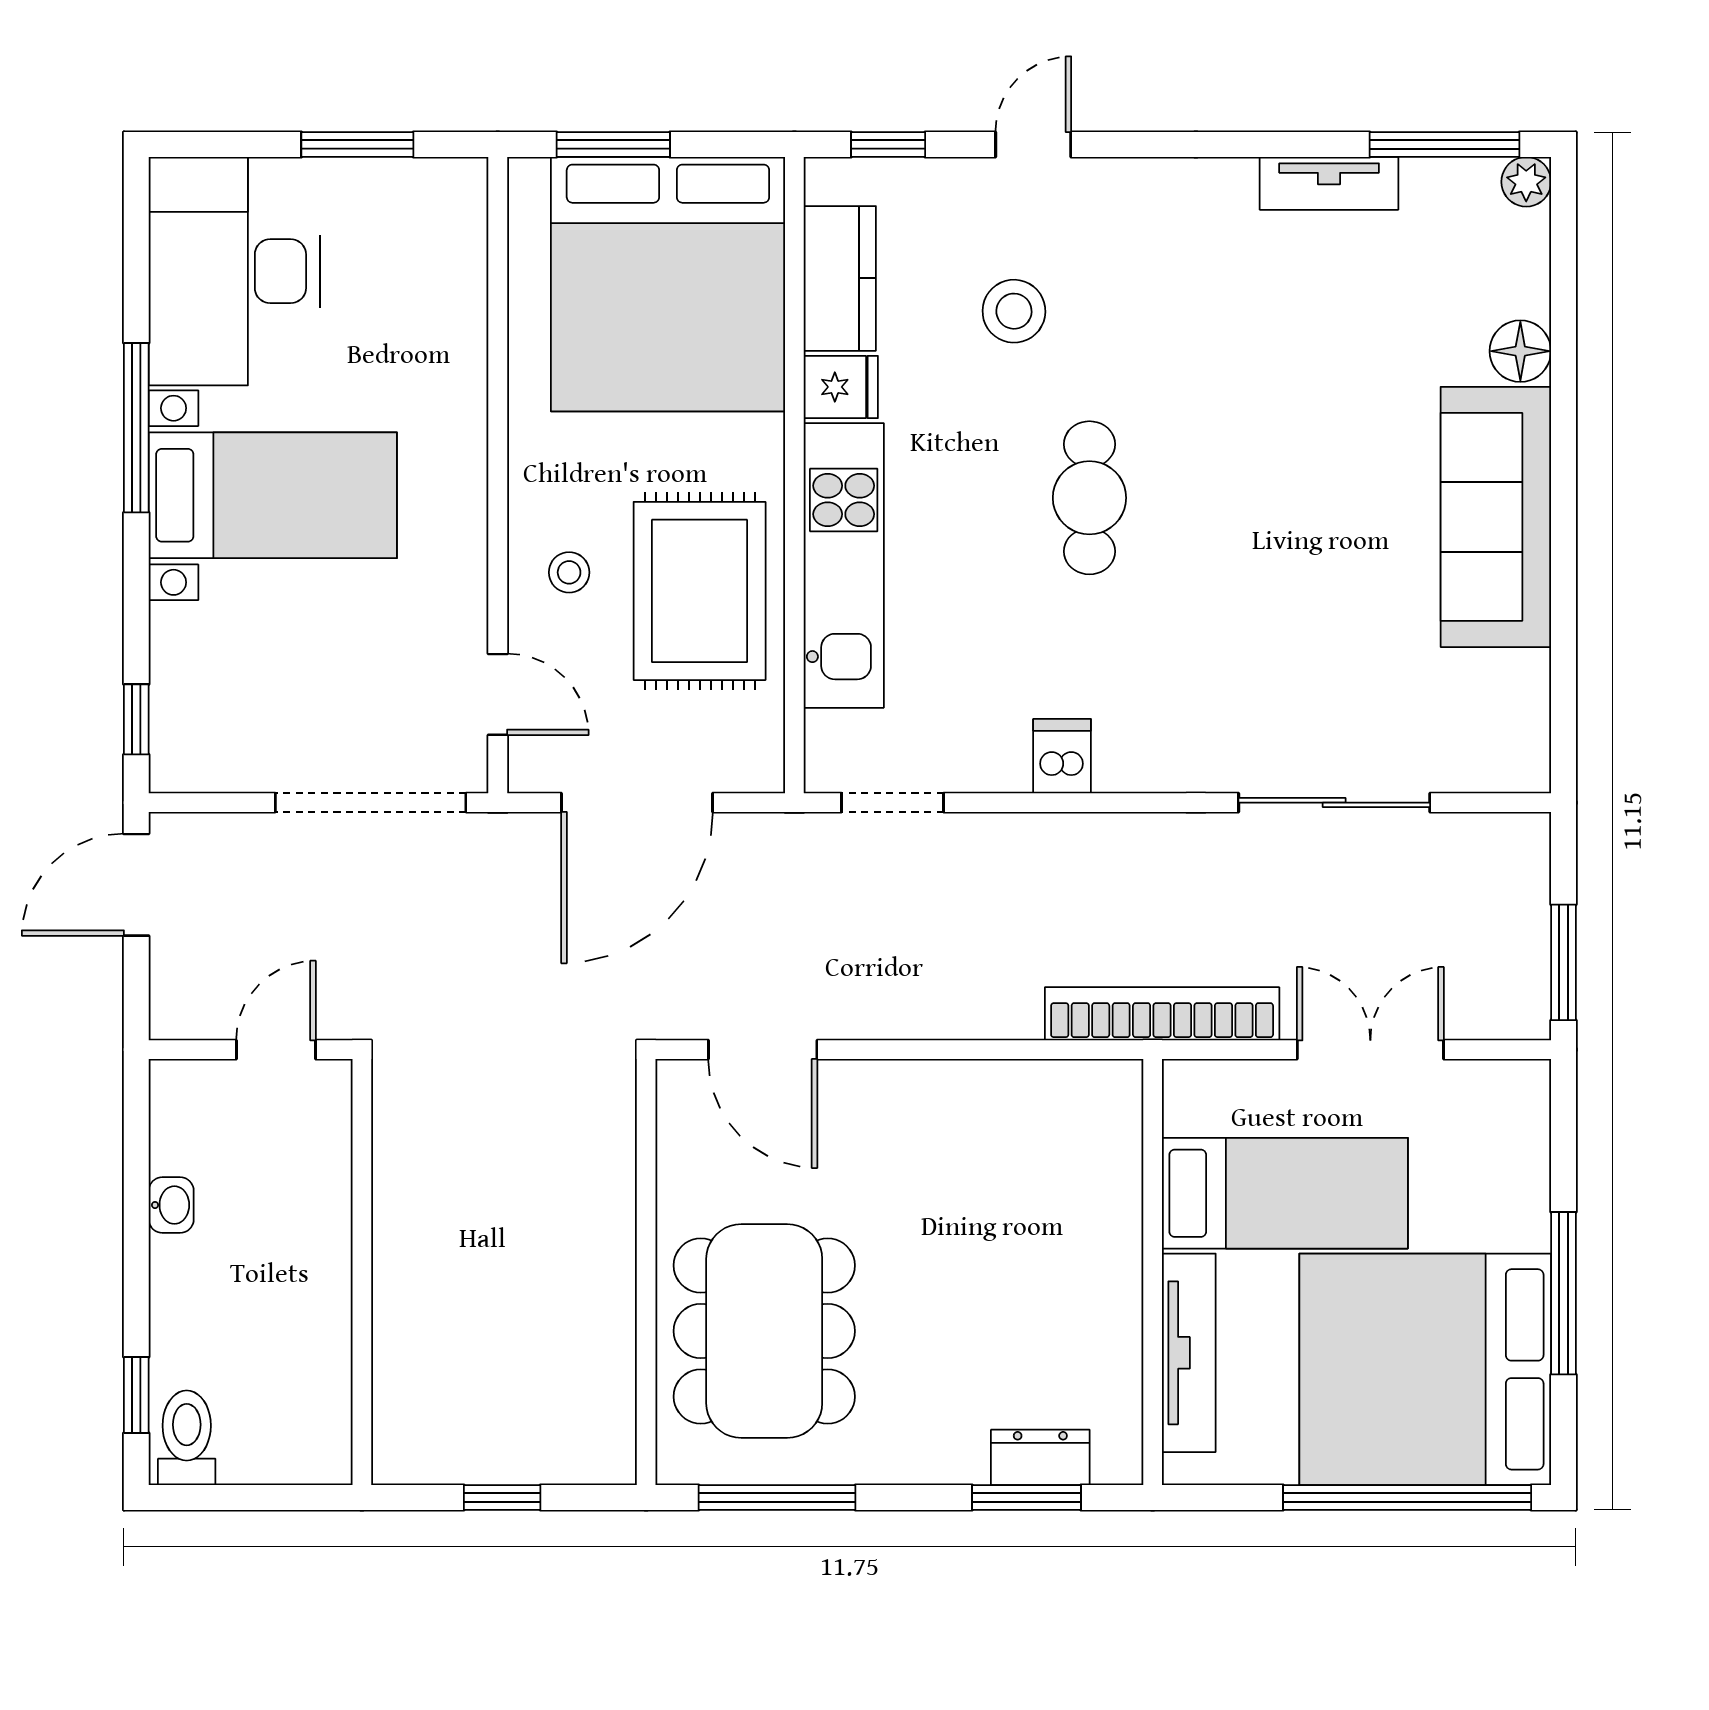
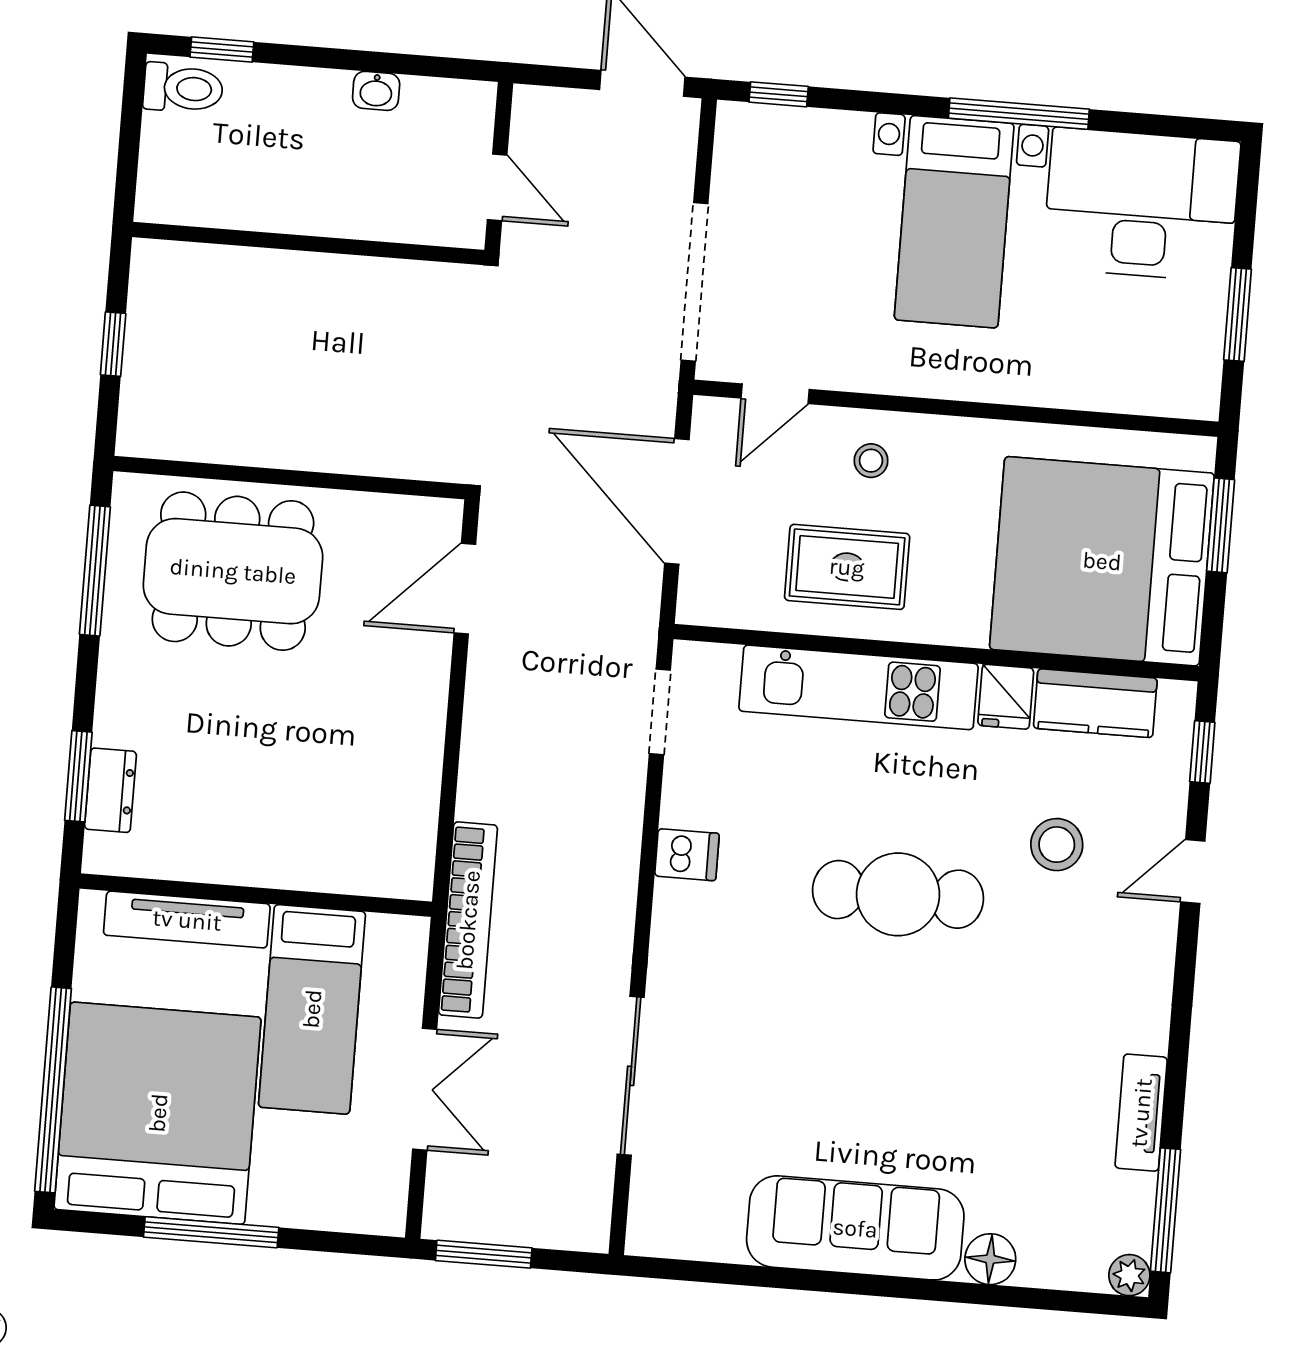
door: (1033, 145) -> (1193, 872), swing flipped
cafe table: (1089, 498) -> (898, 894), width x1.37, depth x1.35
rug: (700, 591) -> (847, 567), width x0.73, depth x0.70

